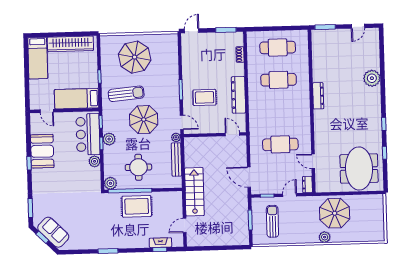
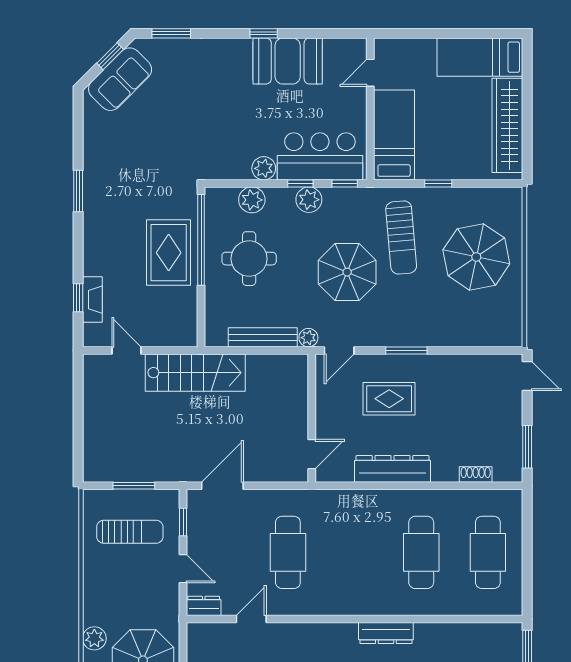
rug: (205, 97) -> (389, 399), turned 90
plant: (110, 183) -> (252, 200), moved

